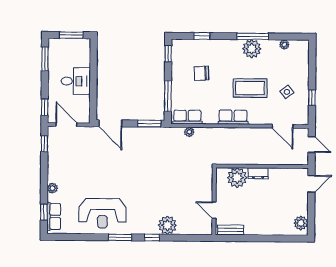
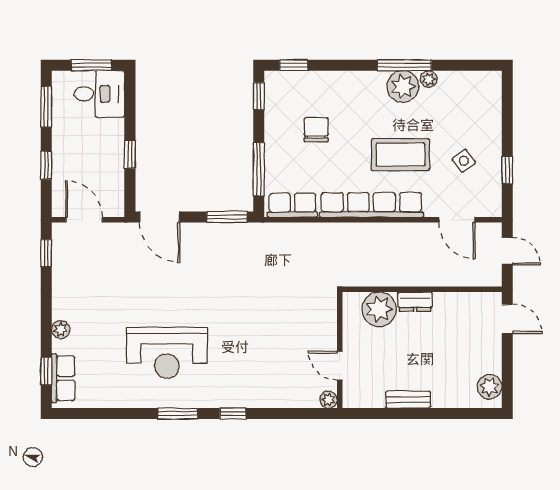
window: (202, 36) -> (294, 65), moved
plant: (284, 45) -> (429, 79), moved
chair: (201, 73) -> (316, 130), turned 93
desk: (76, 81) -> (99, 94), moved
window: (93, 87) -> (130, 154), added
window: (45, 107) -> (46, 165), moved
row of seats: (233, 117) -> (371, 205), width x2.02
plant: (189, 132) -> (296, 231), removed
door: (311, 184) -> (507, 319), hinge flipped
reception desk: (102, 213) -> (167, 353), moved
plant: (167, 225) -> (329, 400), moved, width x0.53, depth x0.53
bench: (231, 230) -> (408, 400), moved

